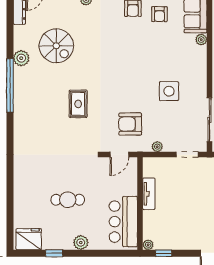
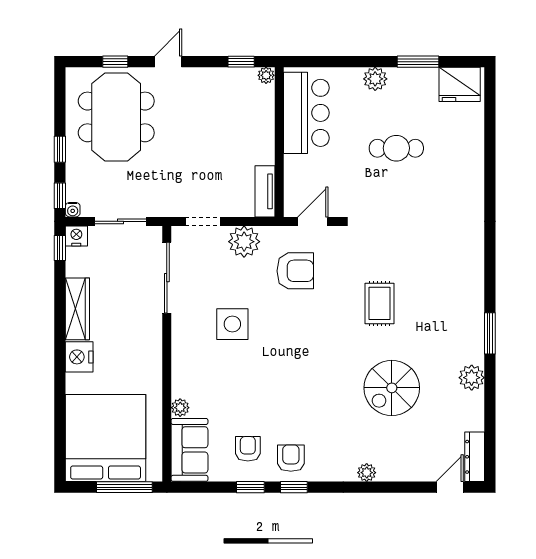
spiral stairs: (56, 46) -> (392, 388), moved, turned -90
window: (10, 85) -> (490, 333), width x0.47
plant: (157, 147) -> (244, 242), width x1.88, depth x1.88
tv unit: (149, 194) -> (265, 191), moved
window: (54, 253) -> (418, 62), width x1.50

